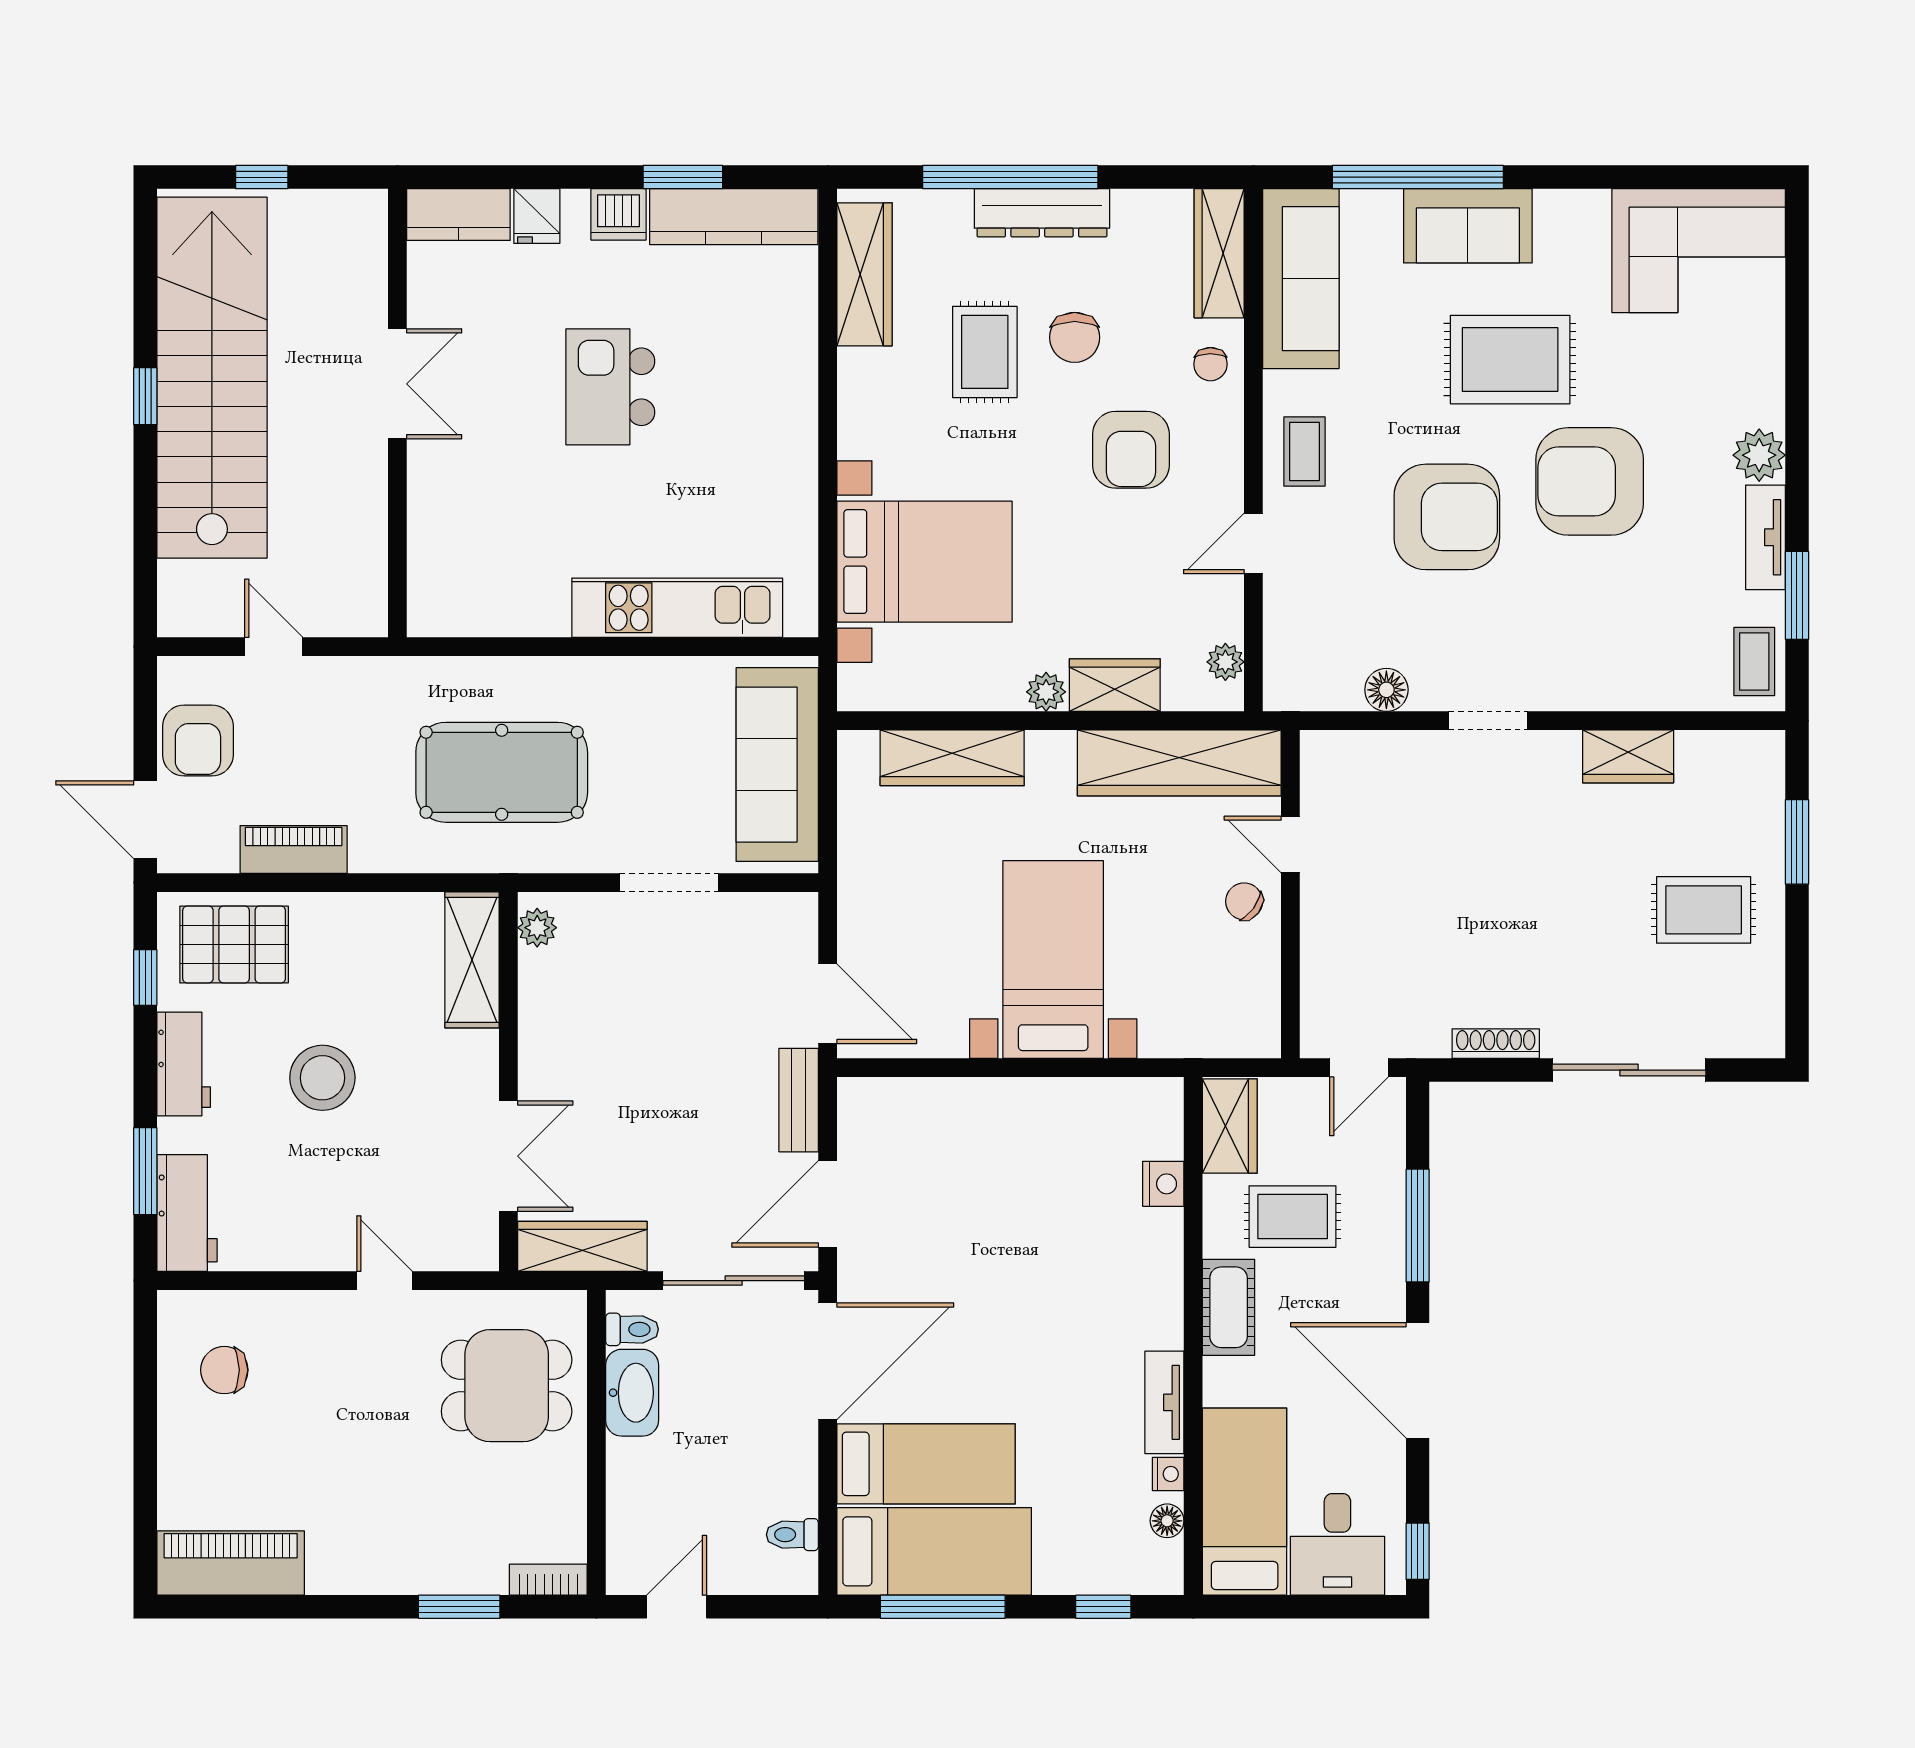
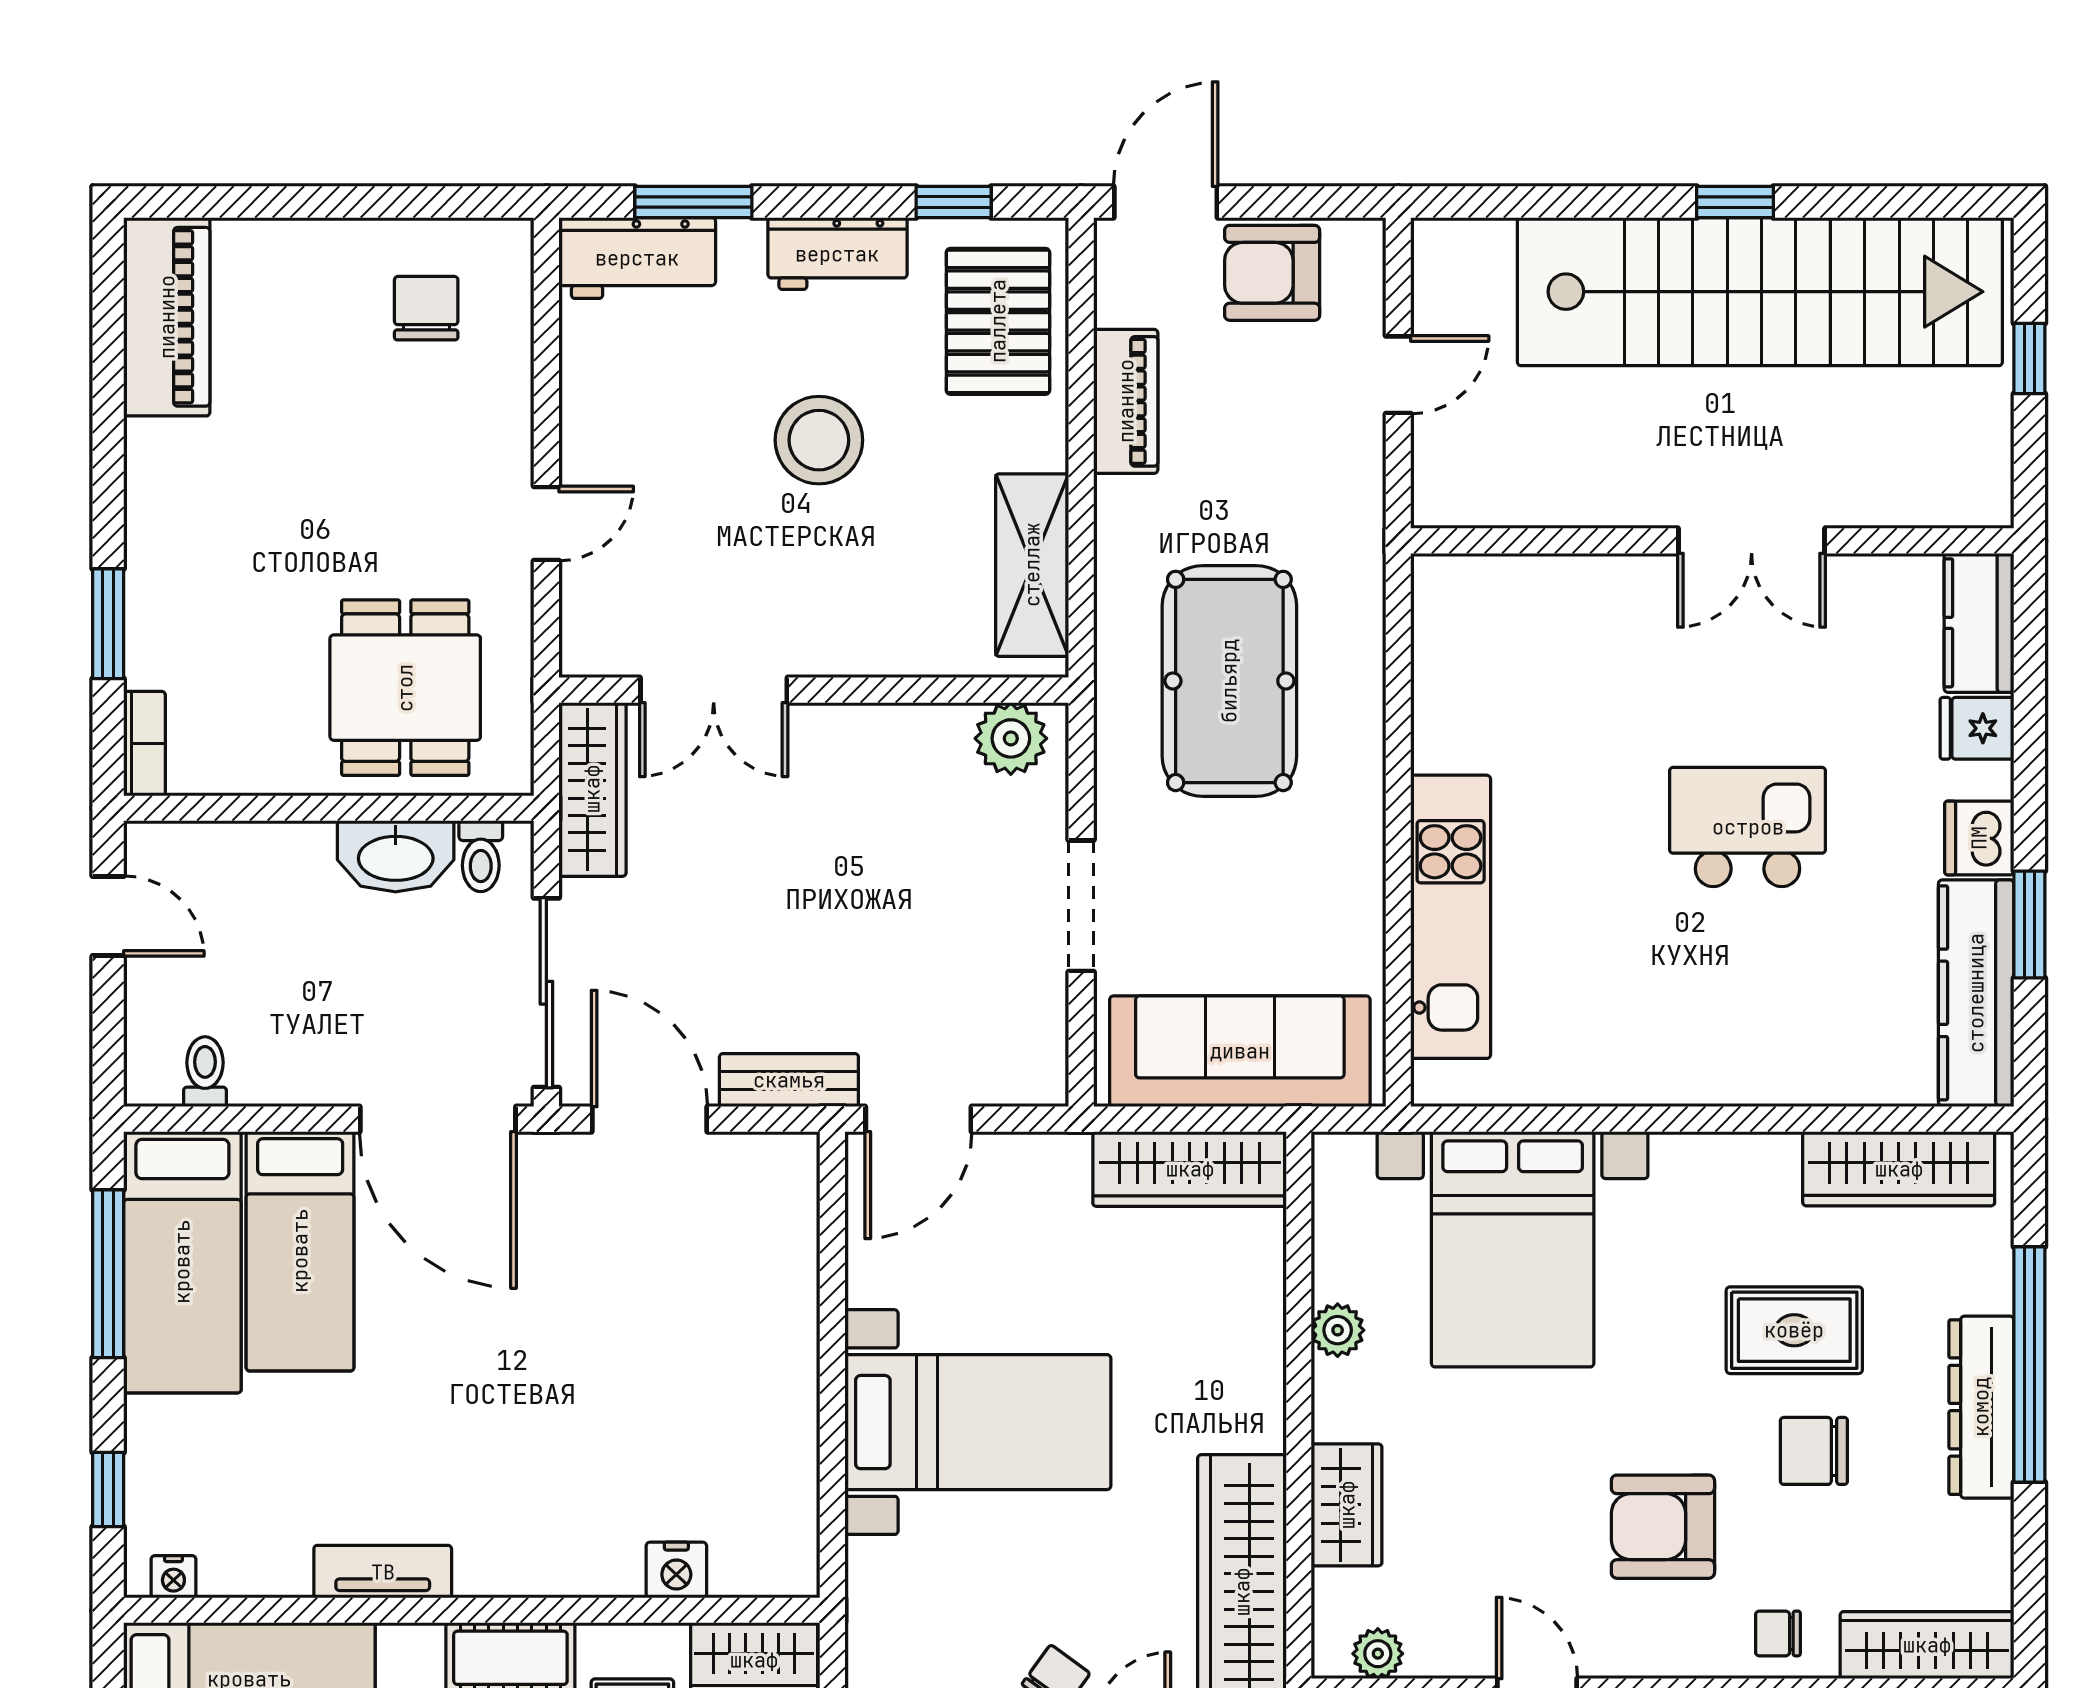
plant: (1046, 692) -> (1338, 1330), moved
wardrobe: (952, 758) -> (1190, 1169), moved, turned -90
plant: (537, 928) -> (1011, 738), width x1.38, depth x1.38
shelving: (472, 960) -> (1032, 565), moved, turned 90
nightstand: (1168, 1474) -> (173, 1577), moved
floor lamp: (1167, 1521) -> (224, 1575), removed

